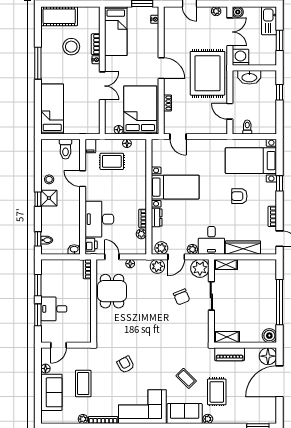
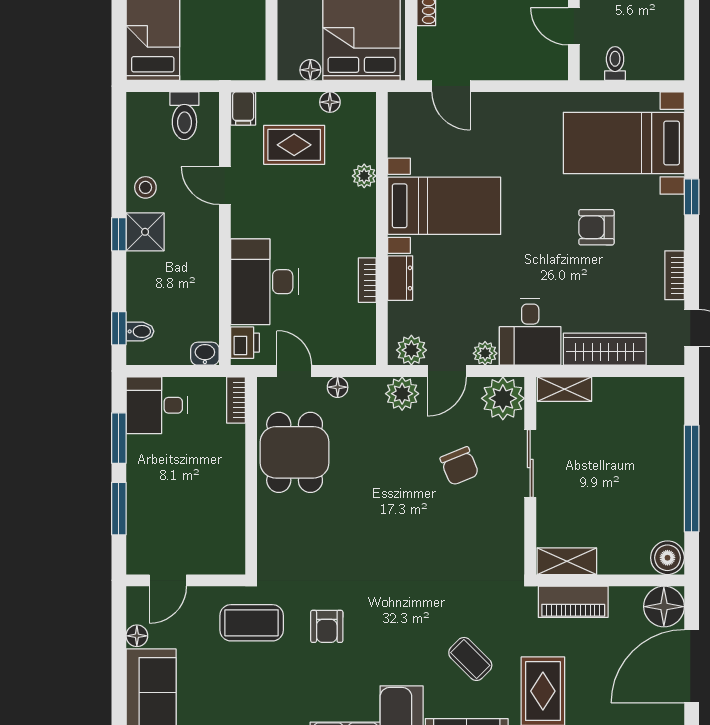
plant: (141, 234) -> (364, 176), moved
desk: (54, 309) -> (157, 405), moved
armchair: (126, 365) -> (327, 626), turned -152
coffee table: (83, 384) -> (252, 623), moved, turned 90

